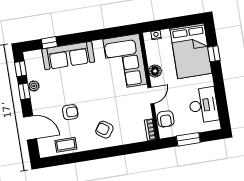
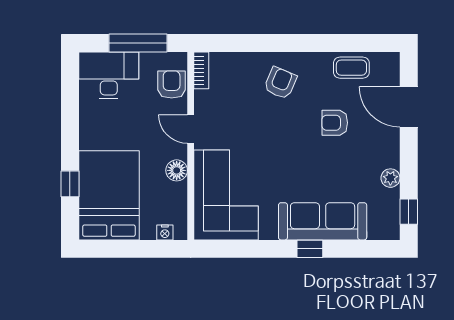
window: (49, 43) -> (310, 249), moved
window: (24, 91) -> (409, 171), removed
door: (151, 96) -> (191, 129), hinge flipped
desk: (203, 105) -> (109, 75), moved, turned 90
armchair: (104, 130) -> (280, 83), turned -102
window: (188, 139) -> (138, 43), width x1.44

